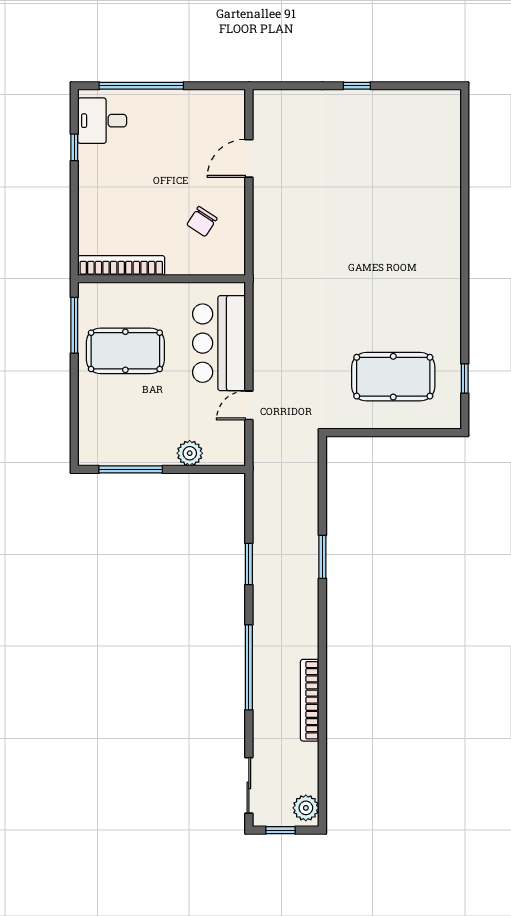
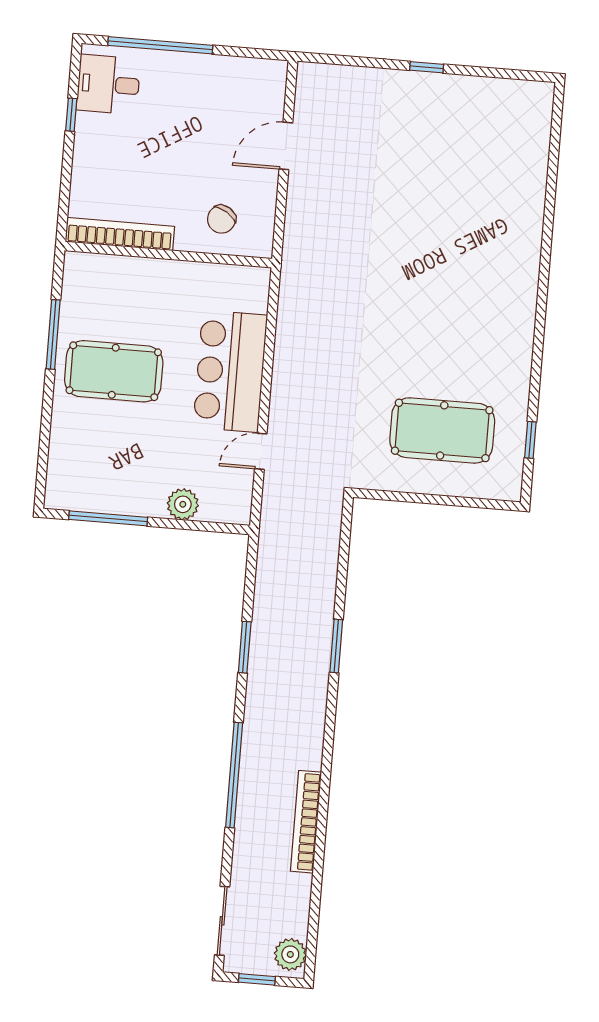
bookcase: (121, 265) -> (120, 234), moved
wall: (162, 279) -> (168, 255), moved

